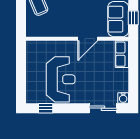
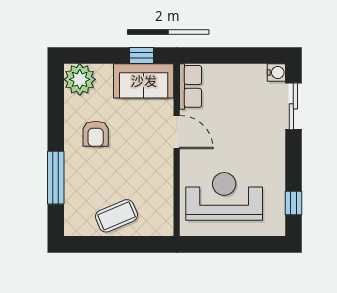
row of seats: (122, 54) -> (191, 86), moved, turned -90
reception desk: (61, 79) -> (224, 196), moved

